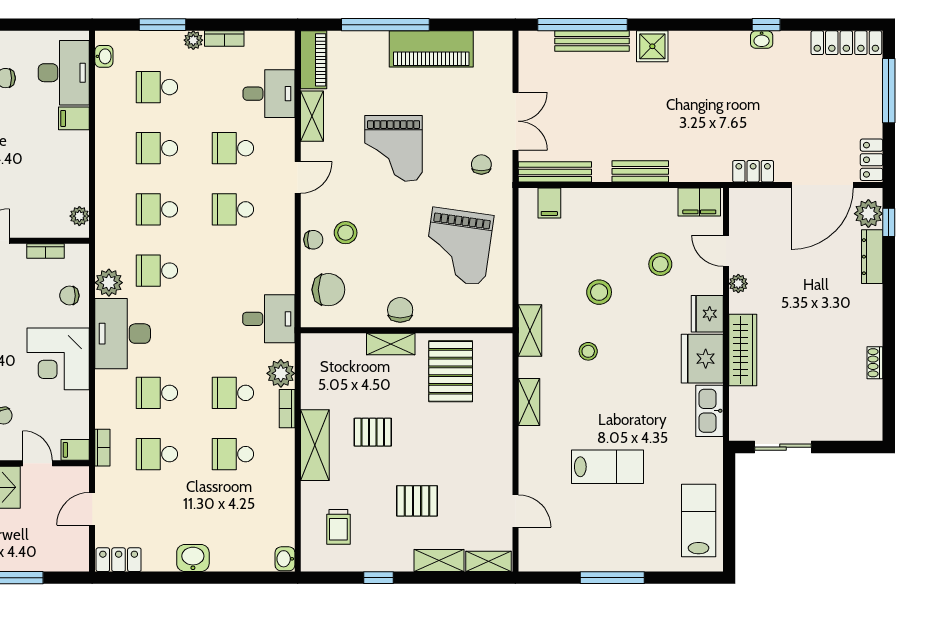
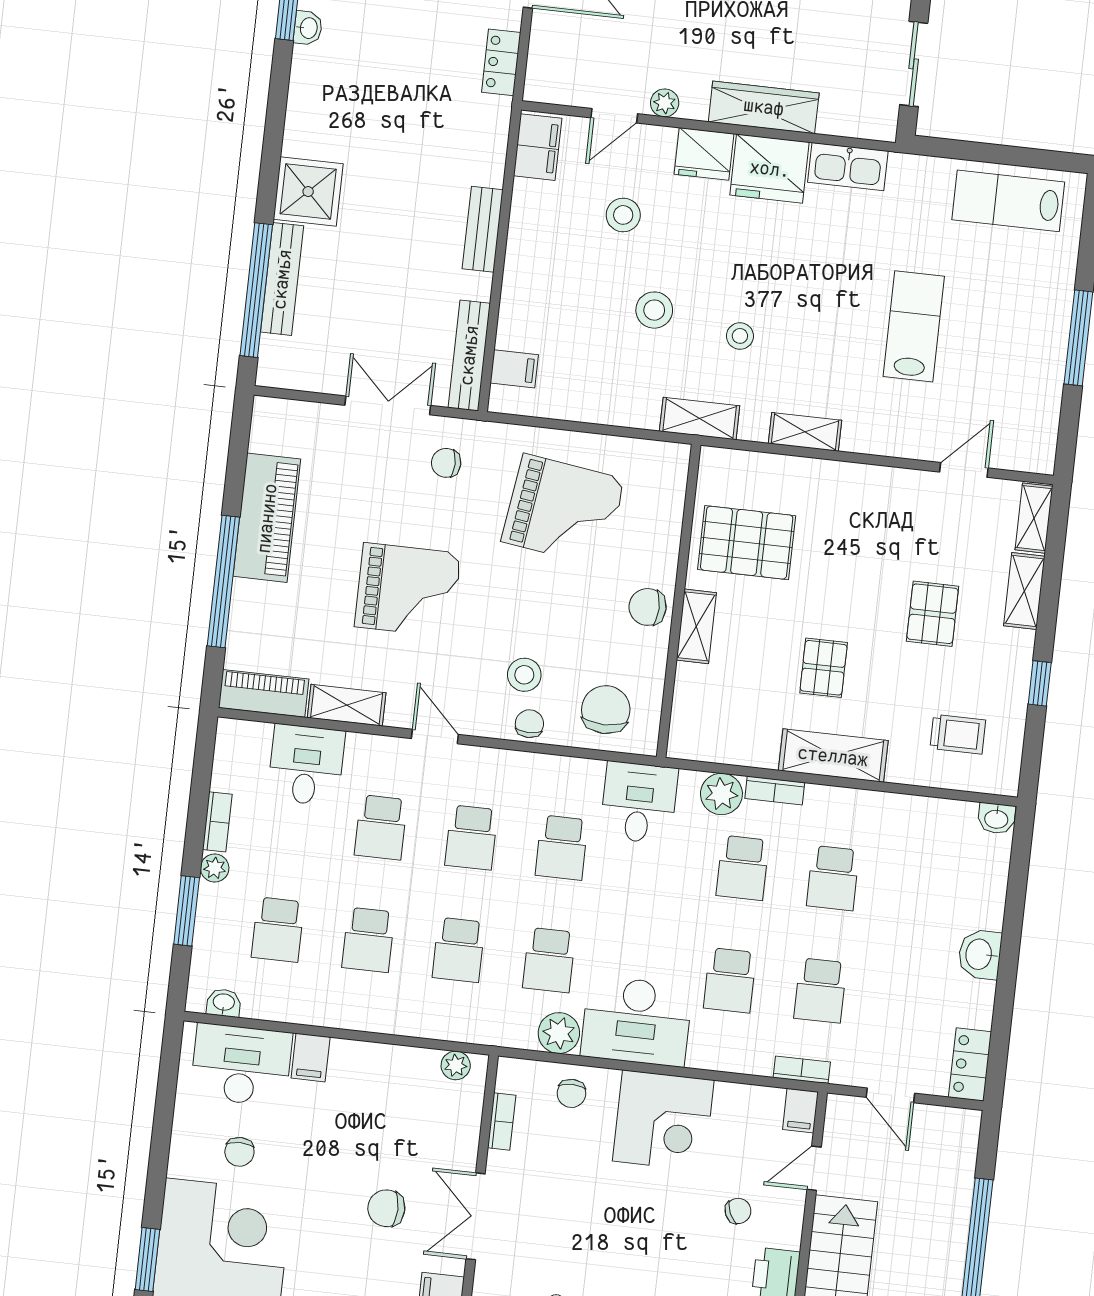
shower: (652, 46) -> (308, 192), width x1.36, depth x1.36
school desk: (233, 271) -> (562, 848), added

